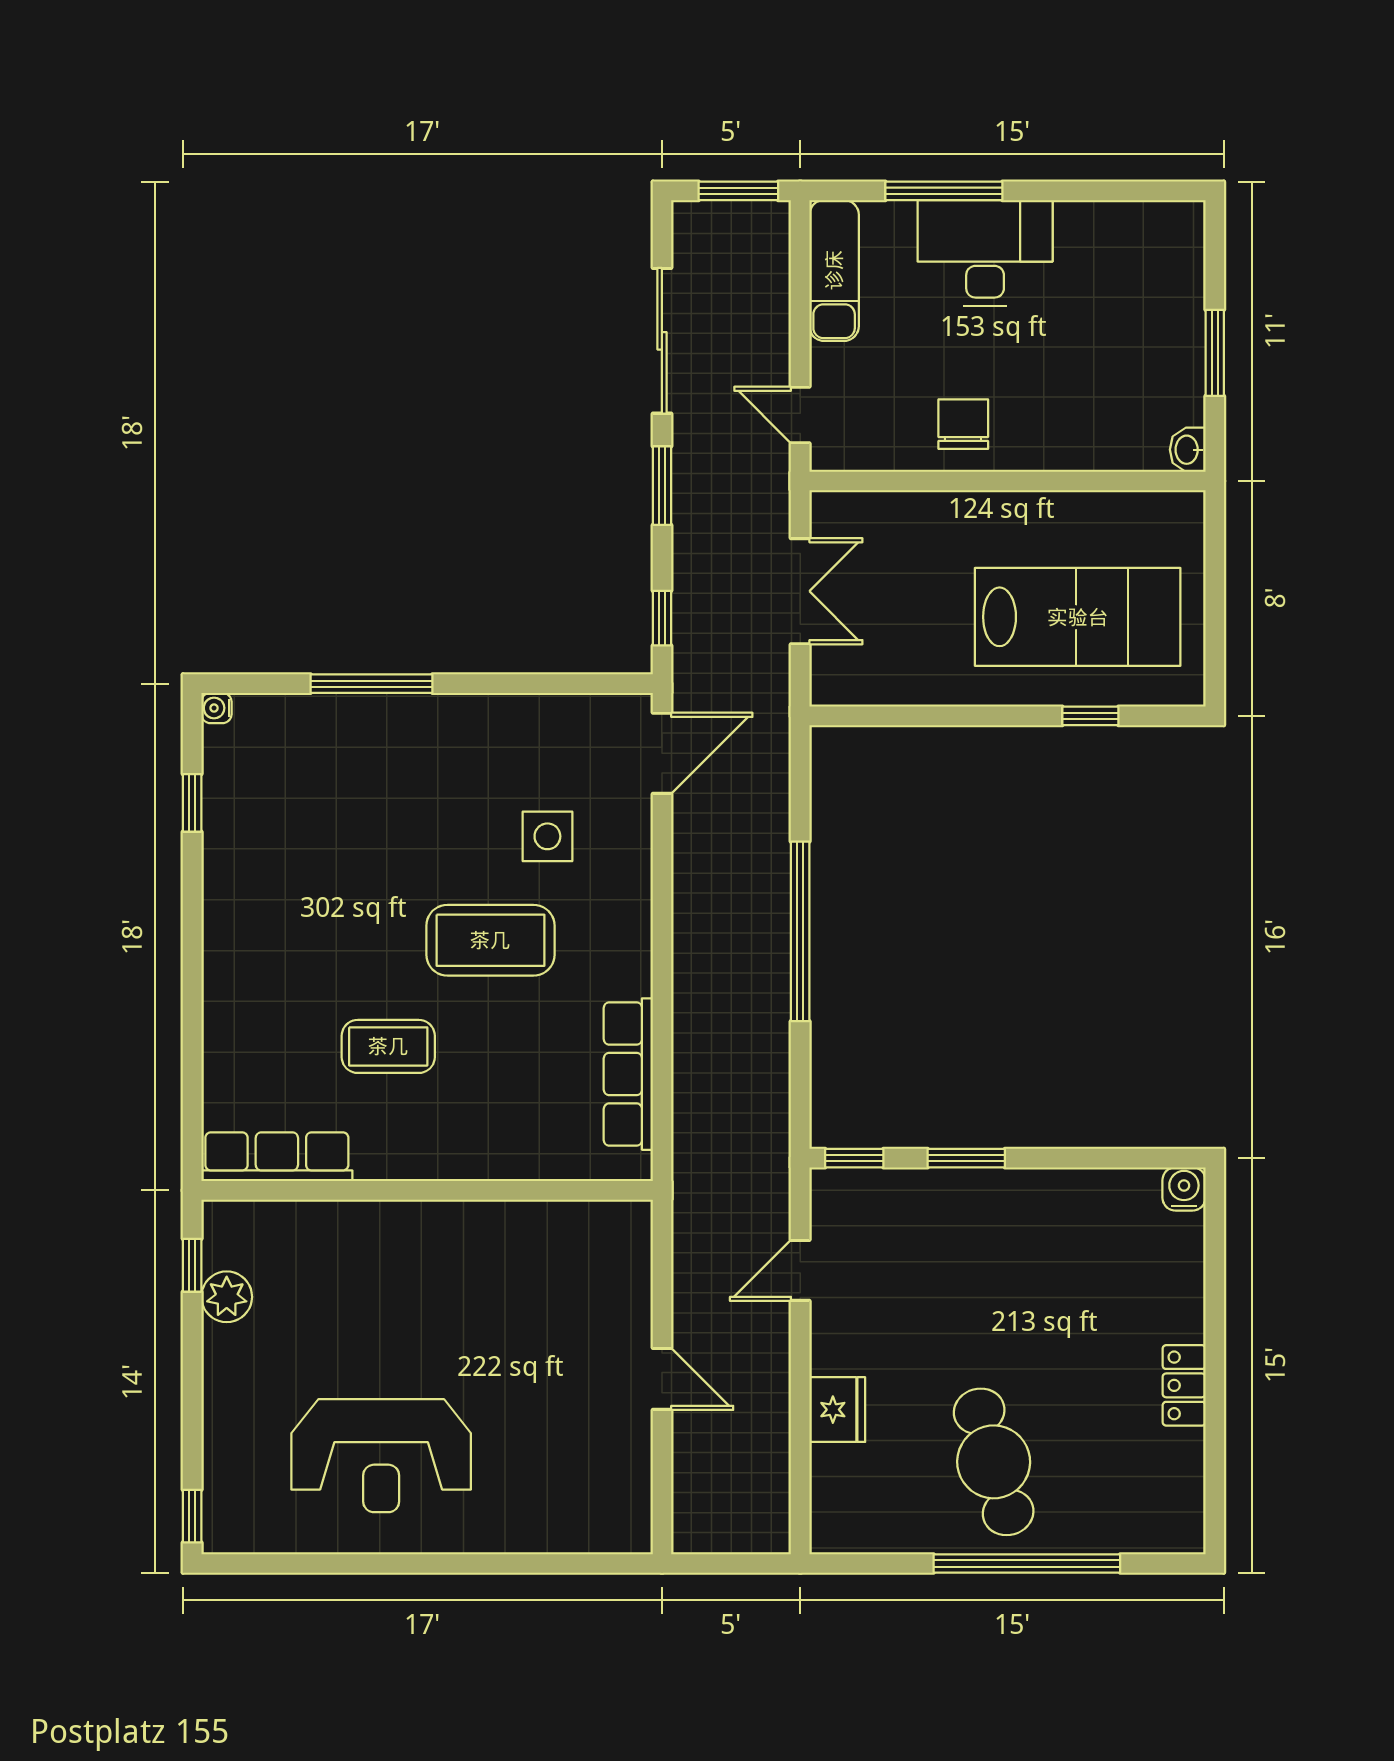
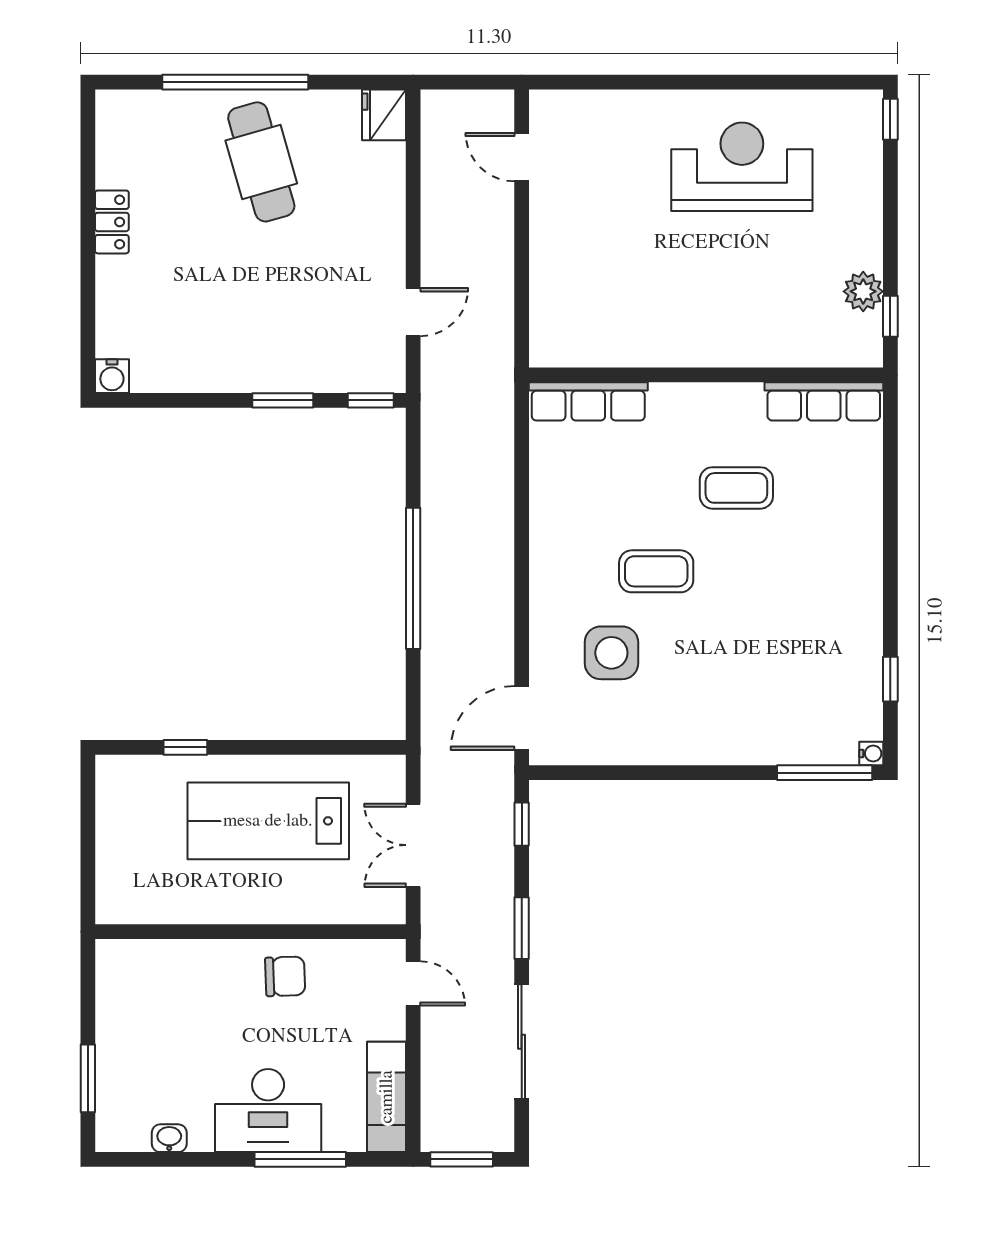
window: (1215, 353) -> (88, 1078), moved
chair: (963, 424) -> (285, 976), turned -92
washbasin: (1188, 450) -> (169, 1138), moved, turned -90
lab bench: (1078, 617) -> (268, 821), moved
window: (371, 684) -> (825, 773), moved
side table: (547, 836) -> (611, 653), width x1.37, depth x1.37
coffee table: (490, 940) -> (656, 571), width x0.73, depth x0.76
row of seats: (628, 1074) -> (588, 401), moved, turned 90
door: (662, 1379) -> (522, 157), moved
fridge: (837, 1410) -> (384, 115), moved

